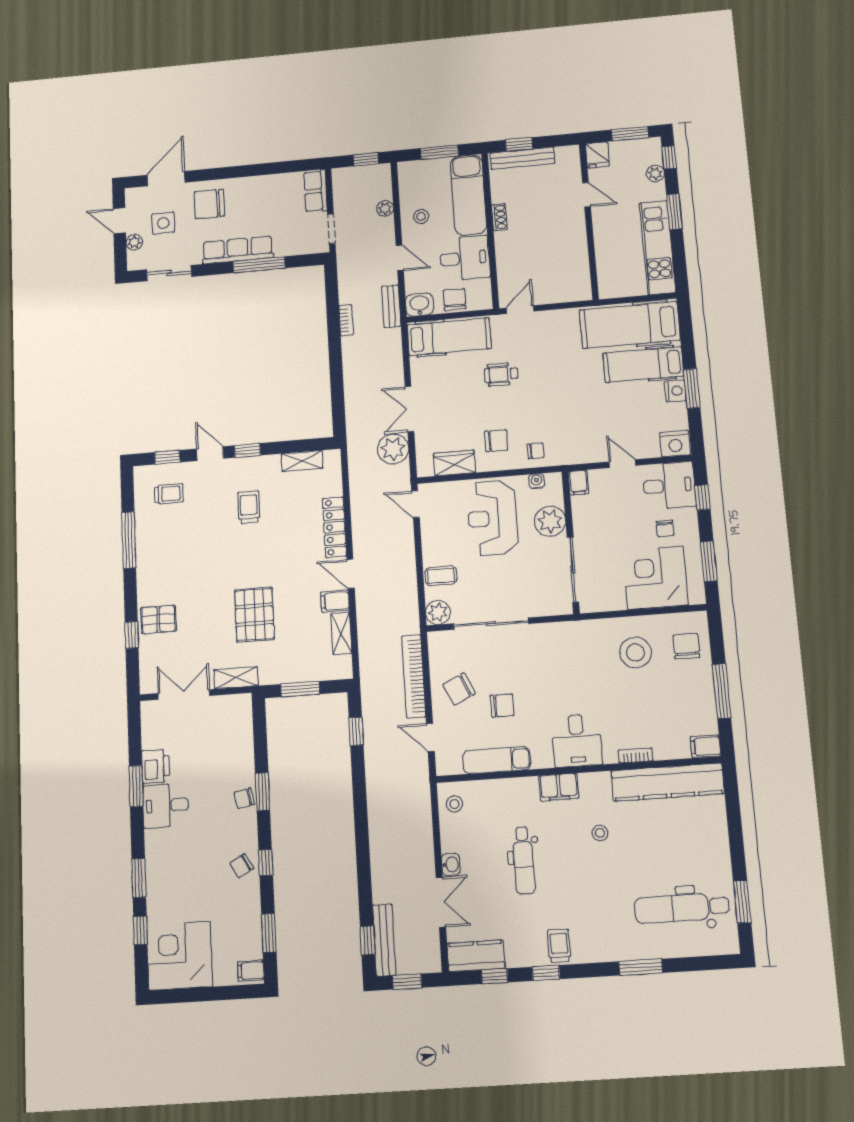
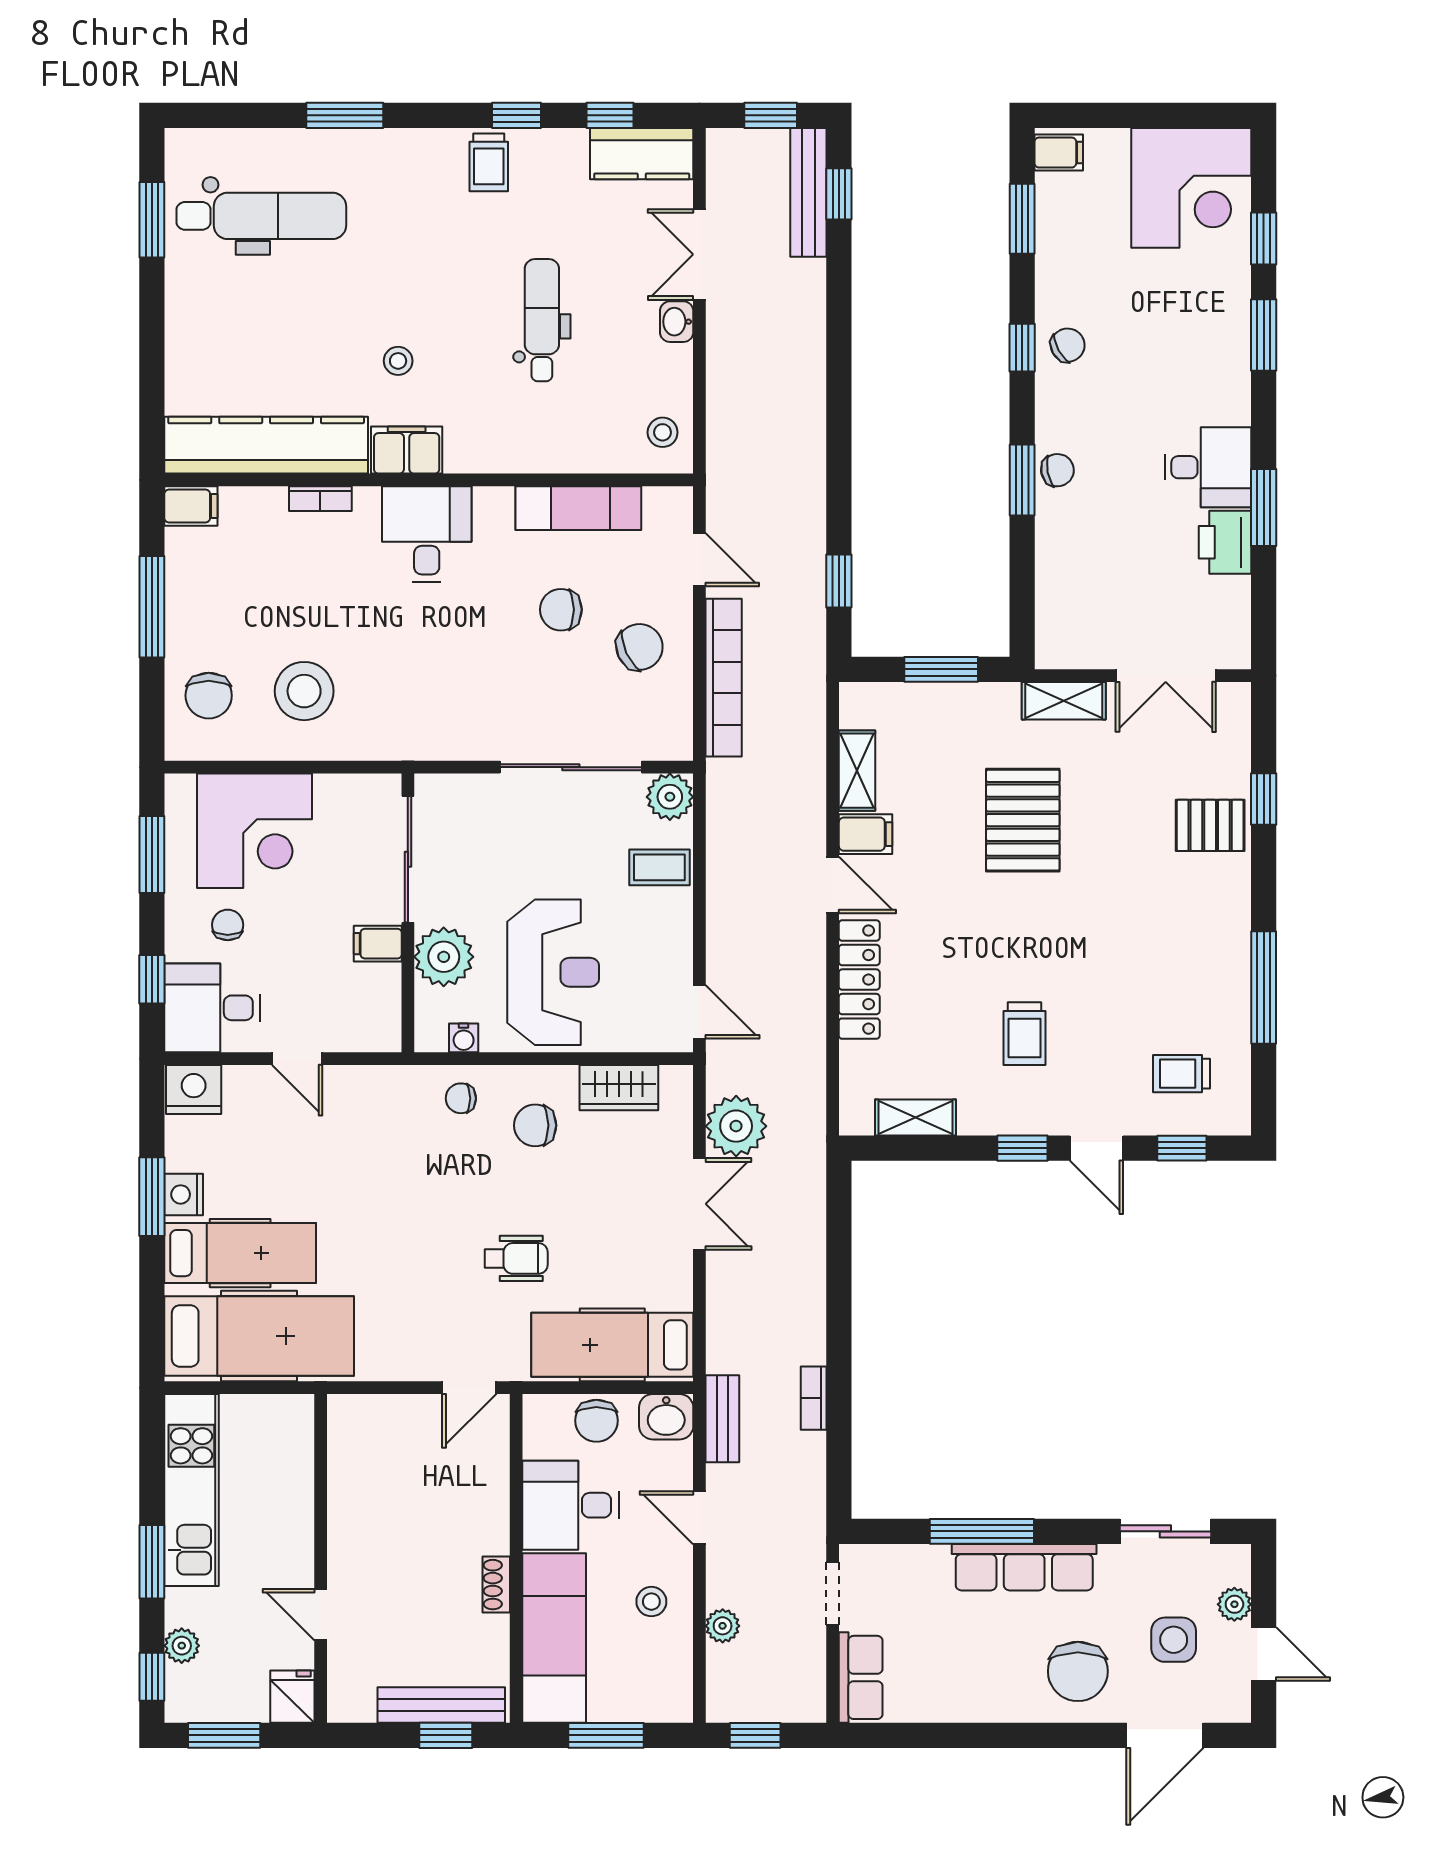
chair: (209, 204) -> (1078, 1671), turned 90
filing cabinet: (578, 482) -> (378, 944), moved, turned -90
filing cabinet: (559, 787) -> (407, 450), moved

